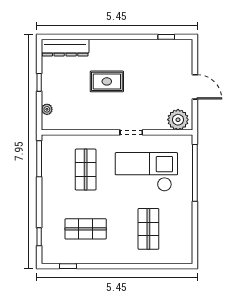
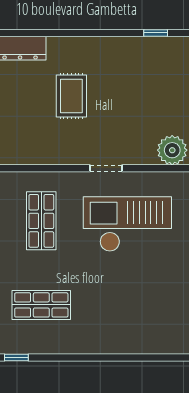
rug: (107, 81) -> (71, 96), turned 90
shop shelf: (148, 229) -> (130, 305), removed

